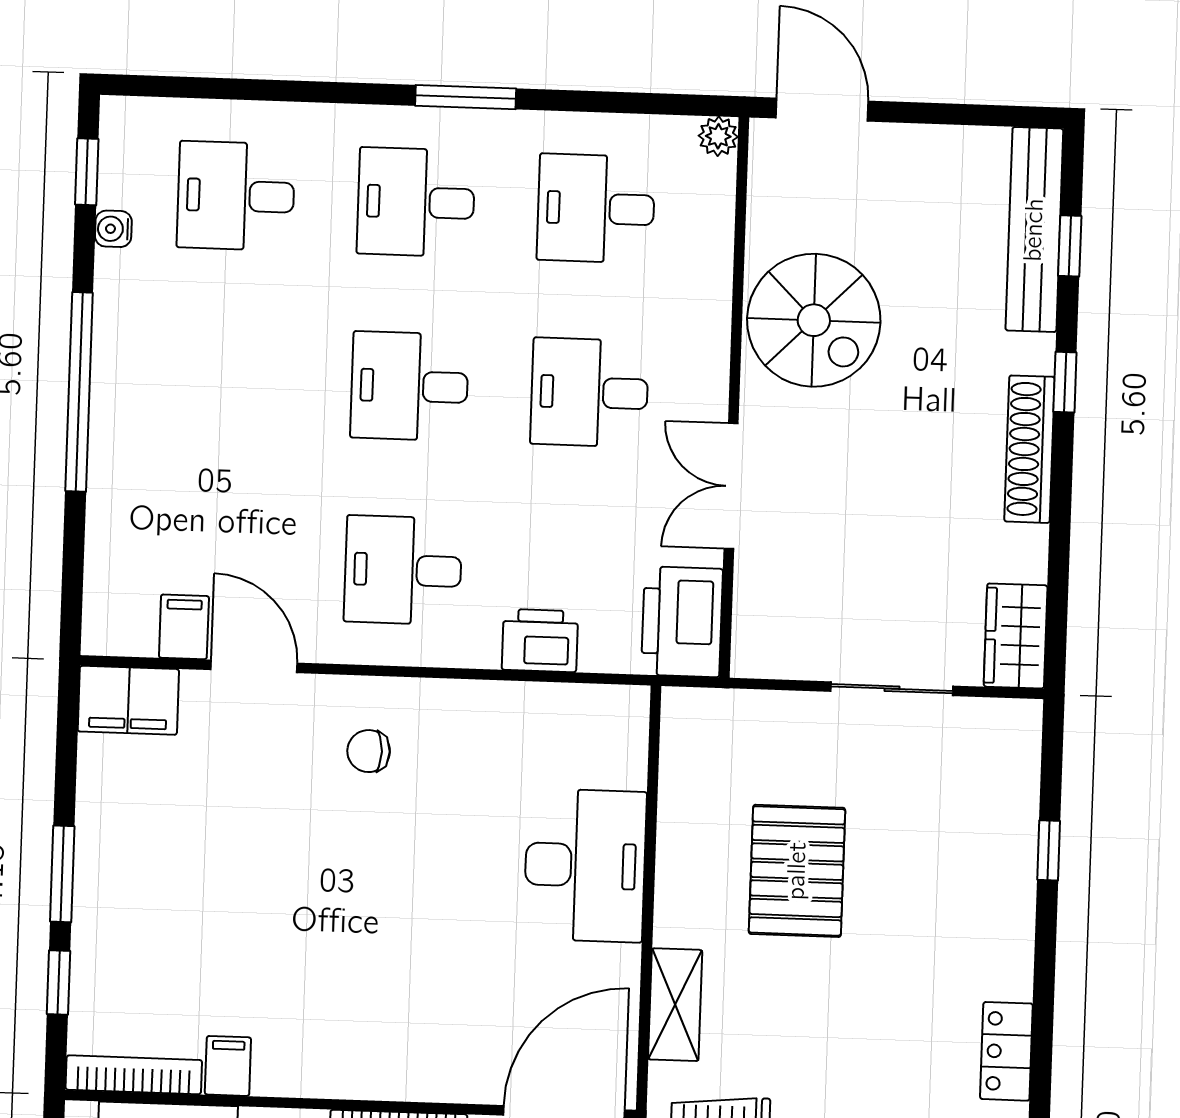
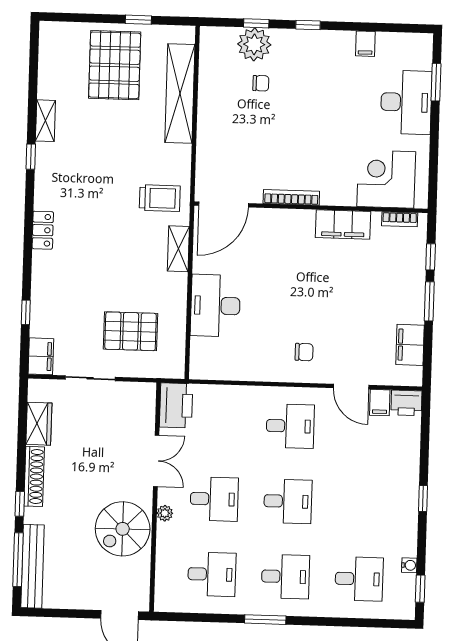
plant: (718, 136) -> (165, 513), moved
window: (1070, 246) -> (18, 560), width x2.17
spiral stairs: (814, 320) -> (123, 529), turned -90
window: (79, 392) -> (423, 498), width x0.32
wardrobe: (1016, 636) -> (39, 424), moved
printer: (540, 640) -> (406, 403), moved
filing cabinet: (128, 700) -> (410, 345), moved, turned -90
filing cabinet: (1012, 743) -> (41, 356), added
pallet: (797, 871) -> (131, 331), moved, turned 90
filing cabinet: (228, 1066) -> (343, 224), width x3.00, depth x1.17
bookcase: (134, 1075) -> (400, 219), width x0.64

